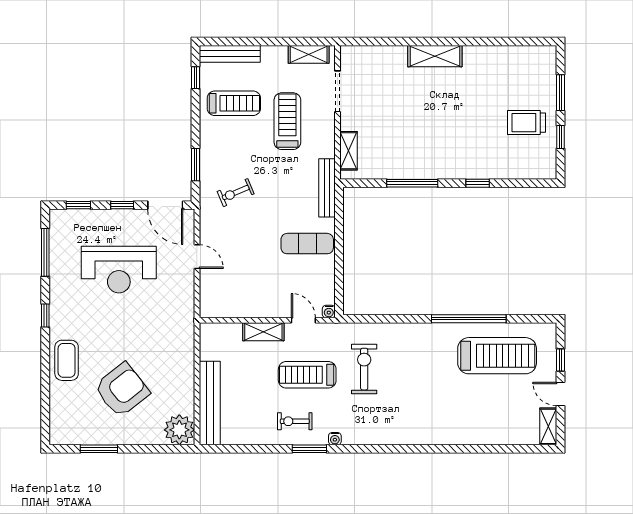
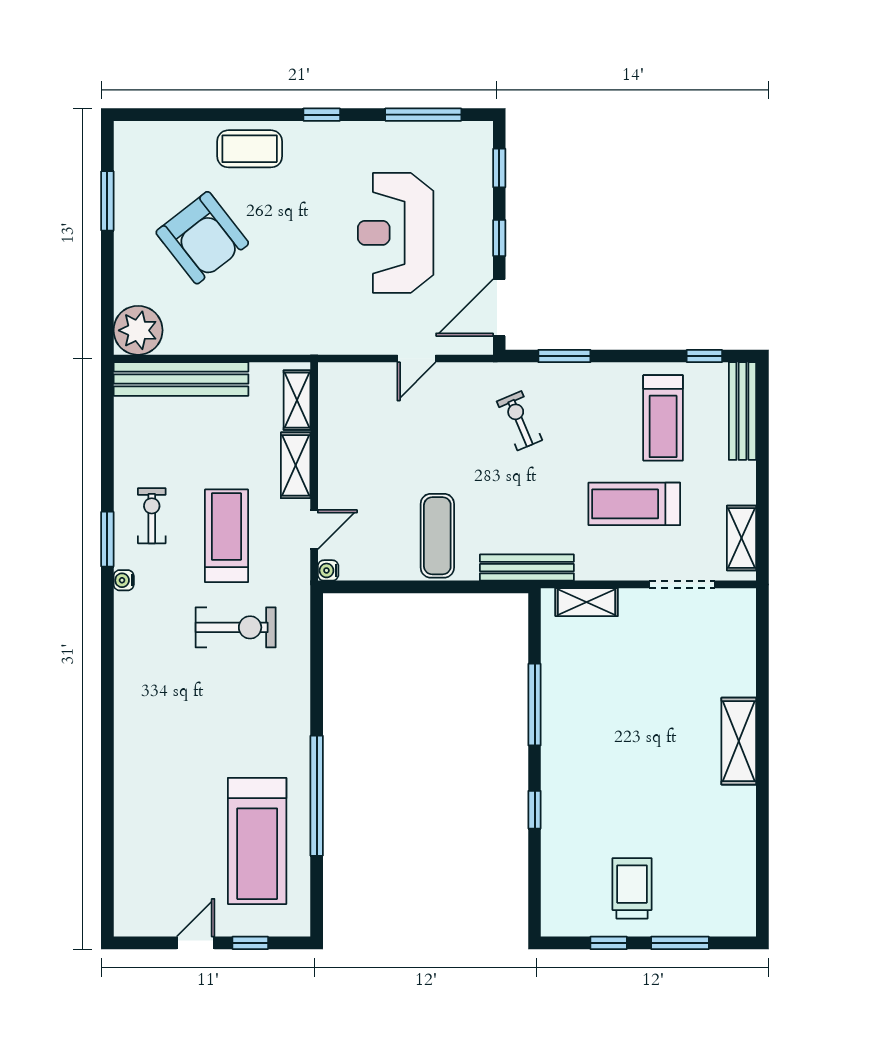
treadmill: (287, 121) -> (634, 504), turned 180
shelving: (548, 426) -> (297, 400), moved, turned 90

